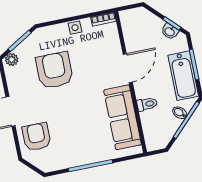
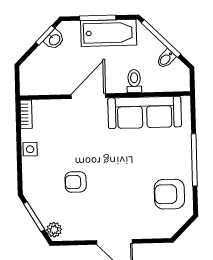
door: (128, 68) -> (88, 96), hinge flipped
armchair: (54, 70) -> (76, 182), width x0.53, depth x0.53
bidet: (180, 113) -> (166, 59), moved
armchair: (36, 137) -> (169, 194), moved

